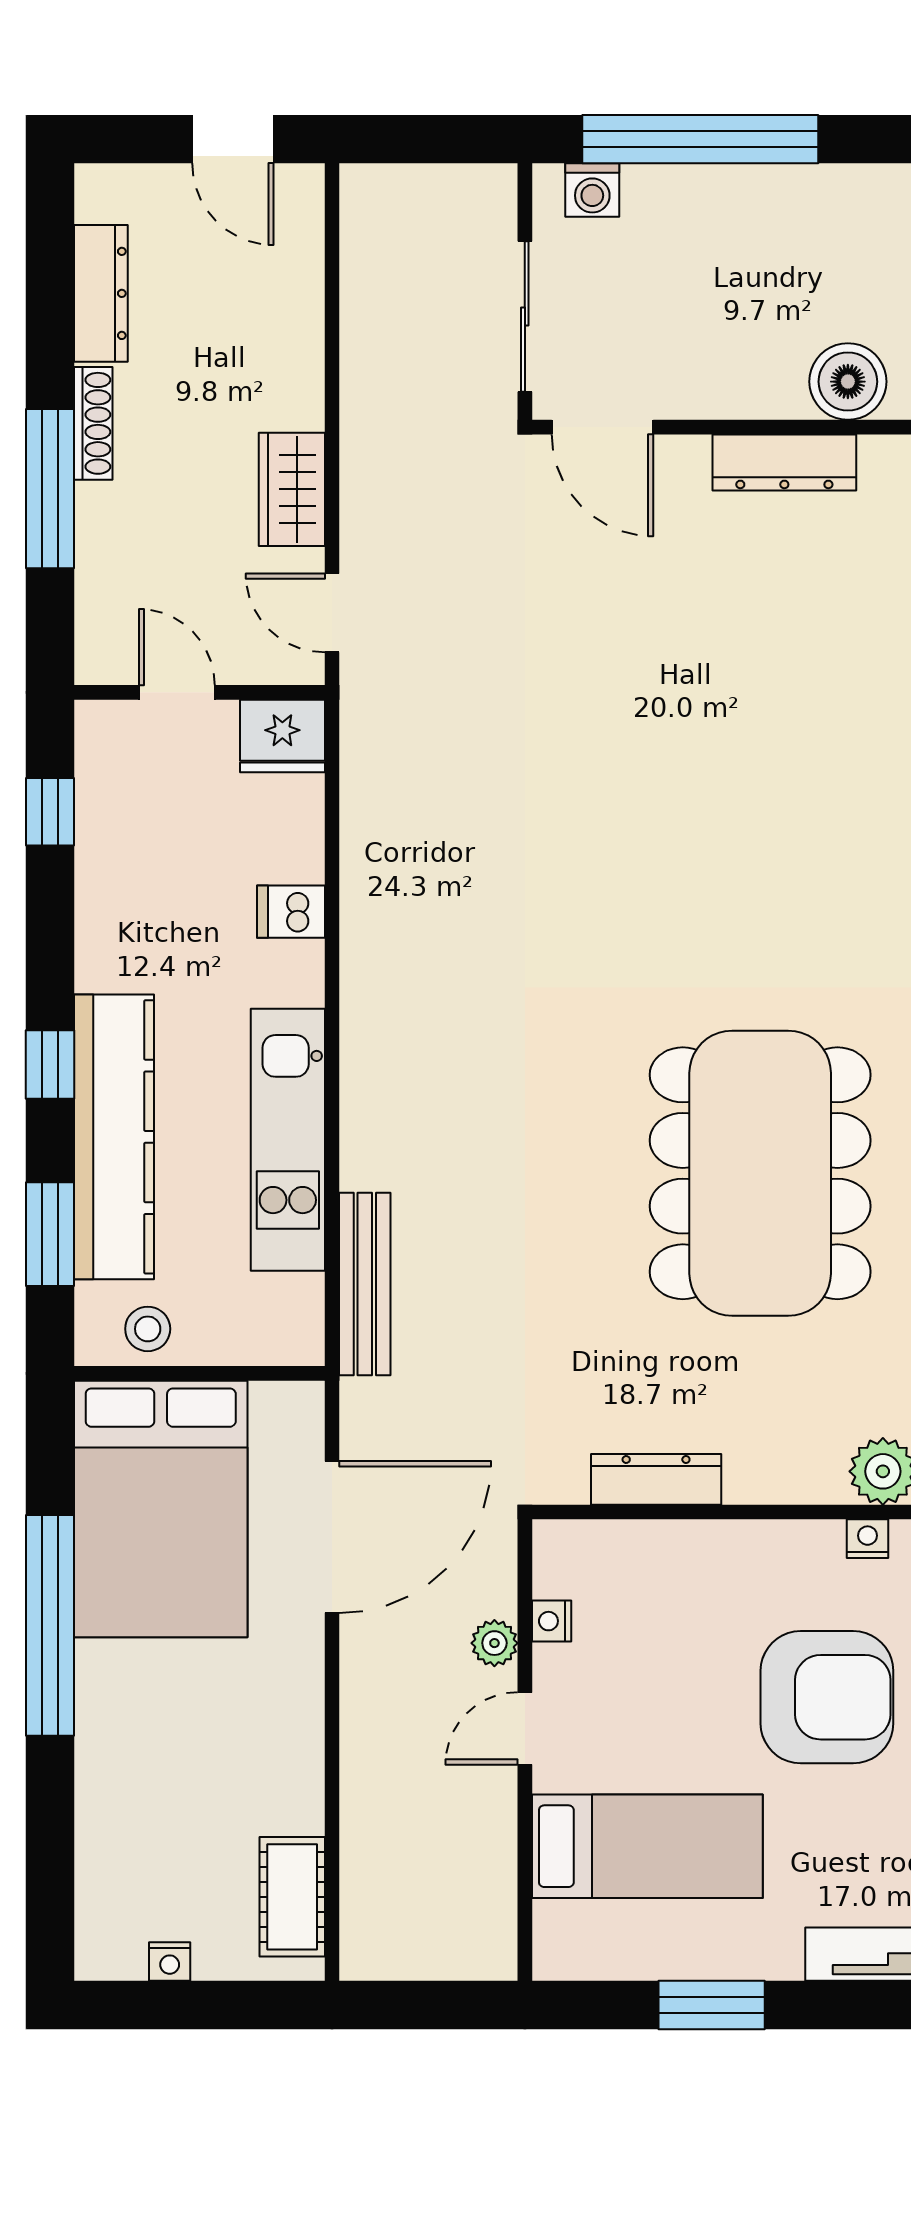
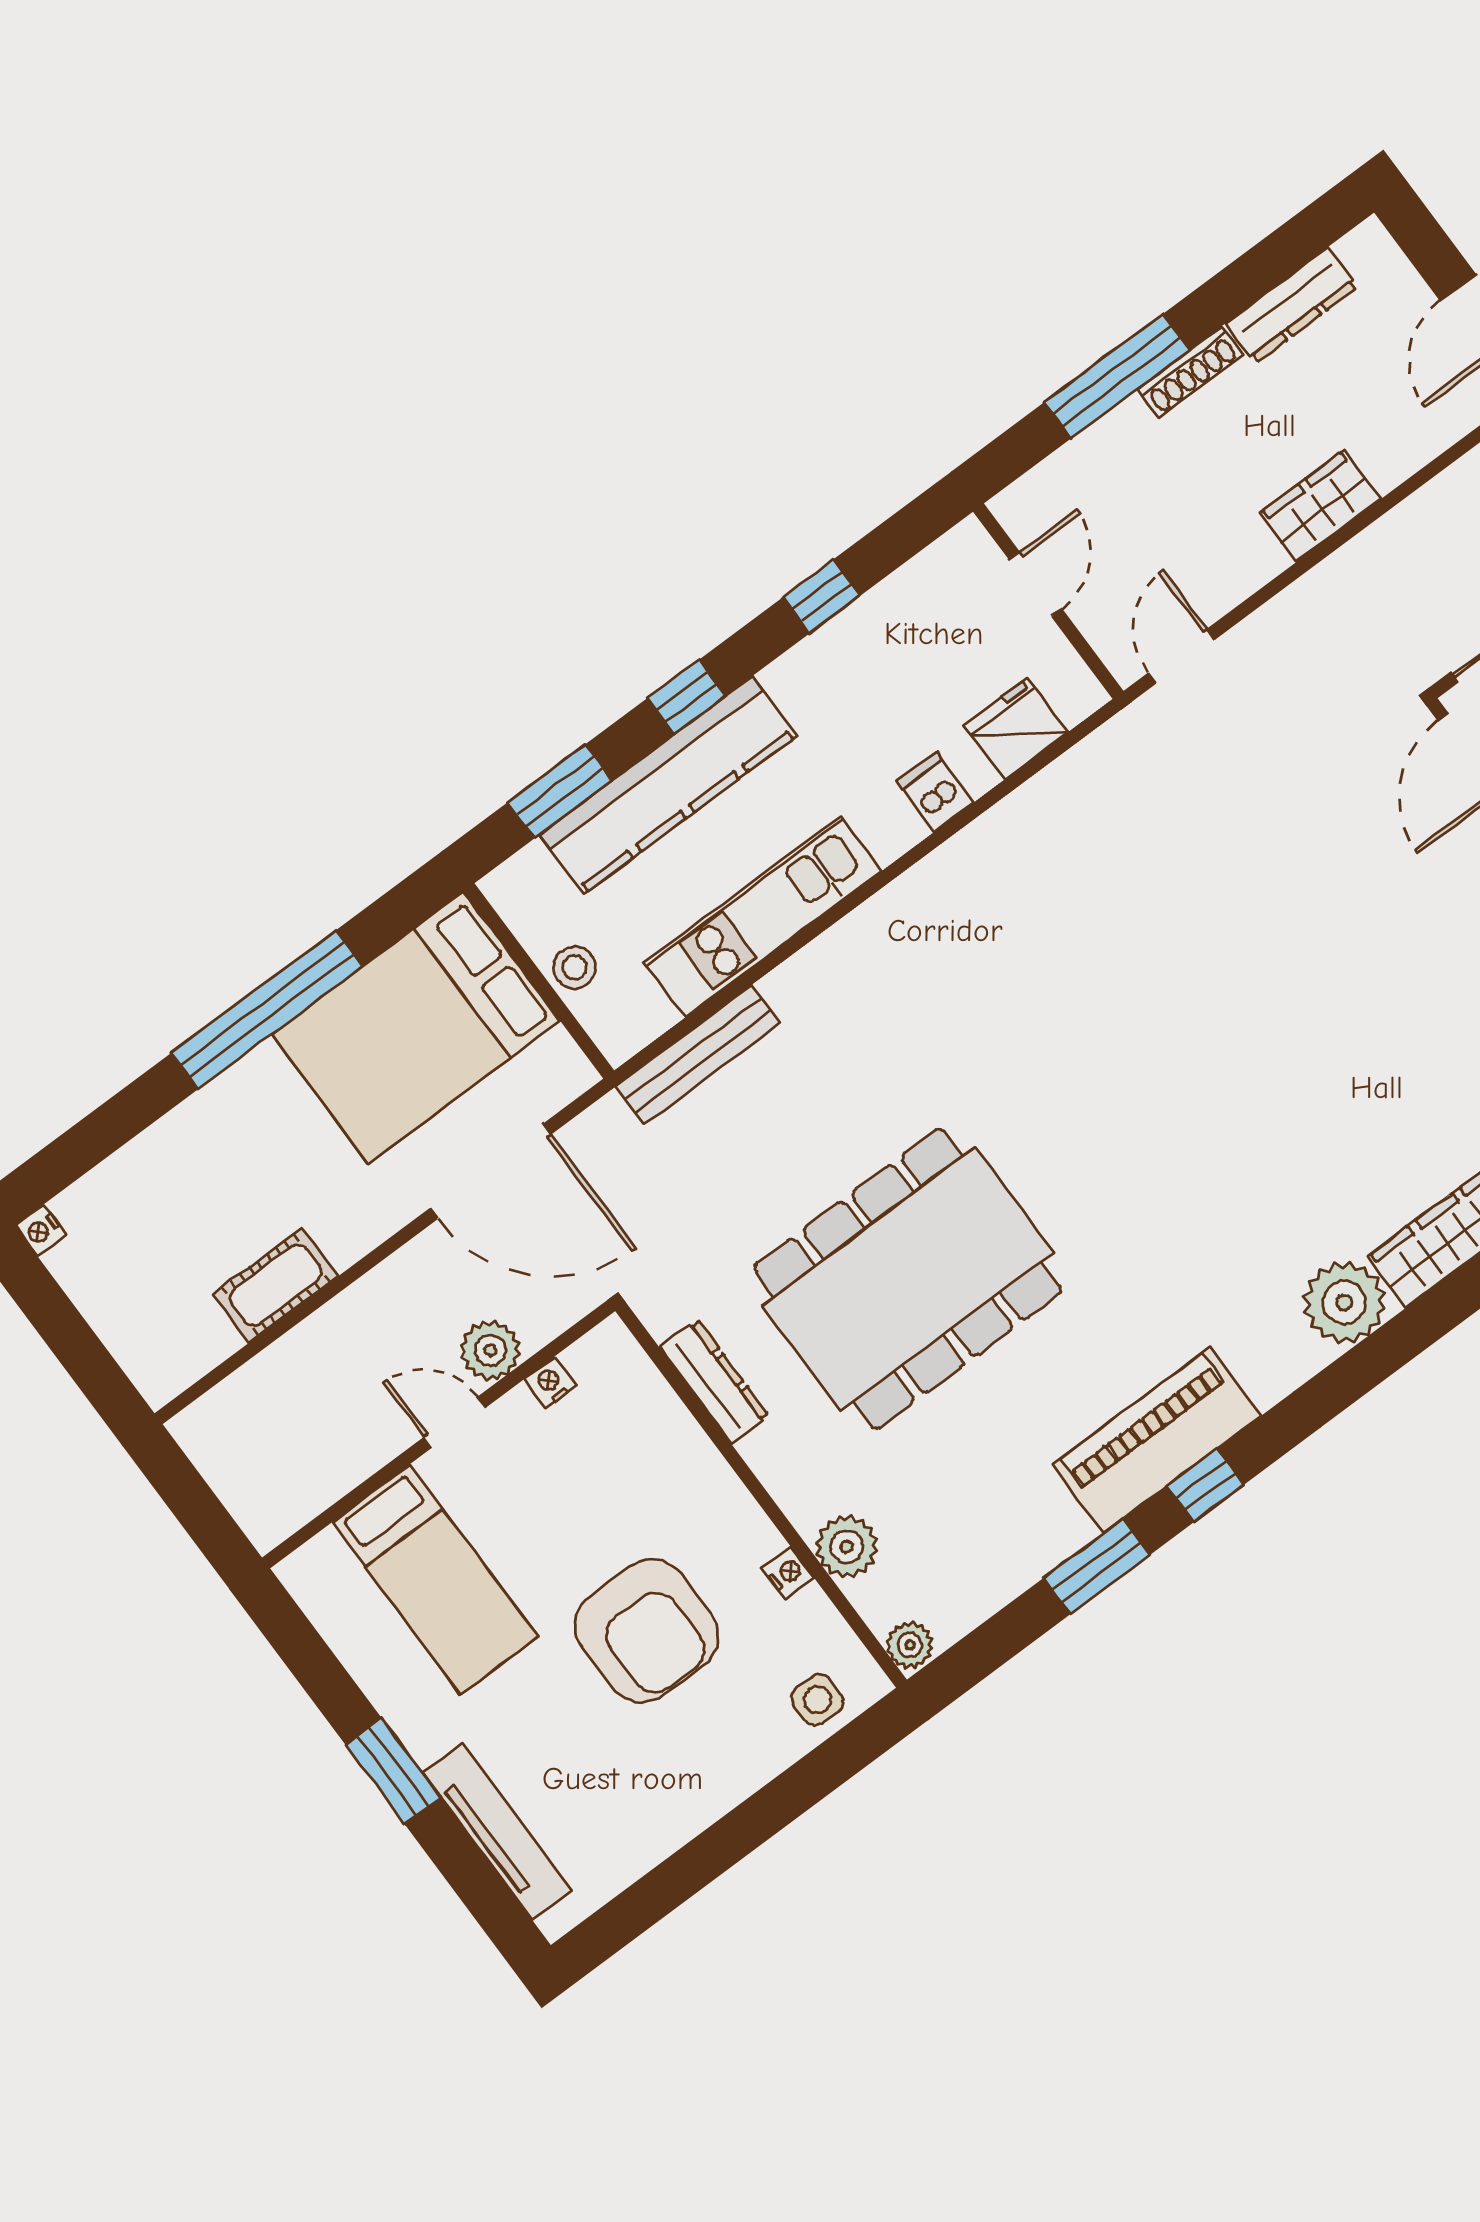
wardrobe: (292, 489) -> (1320, 506), moved
fridge: (282, 736) -> (1016, 729), moved, turned 90
window: (50, 812) -> (822, 596), moved
dining table: (760, 1173) -> (908, 1279), moved
stool: (148, 1329) -> (575, 967), moved
plant: (494, 1643) -> (490, 1350), width x1.38, depth x1.38
cot: (292, 1897) -> (276, 1285), moved
nightstand: (170, 1961) -> (41, 1230), moved
window: (712, 2005) -> (393, 1771), moved

